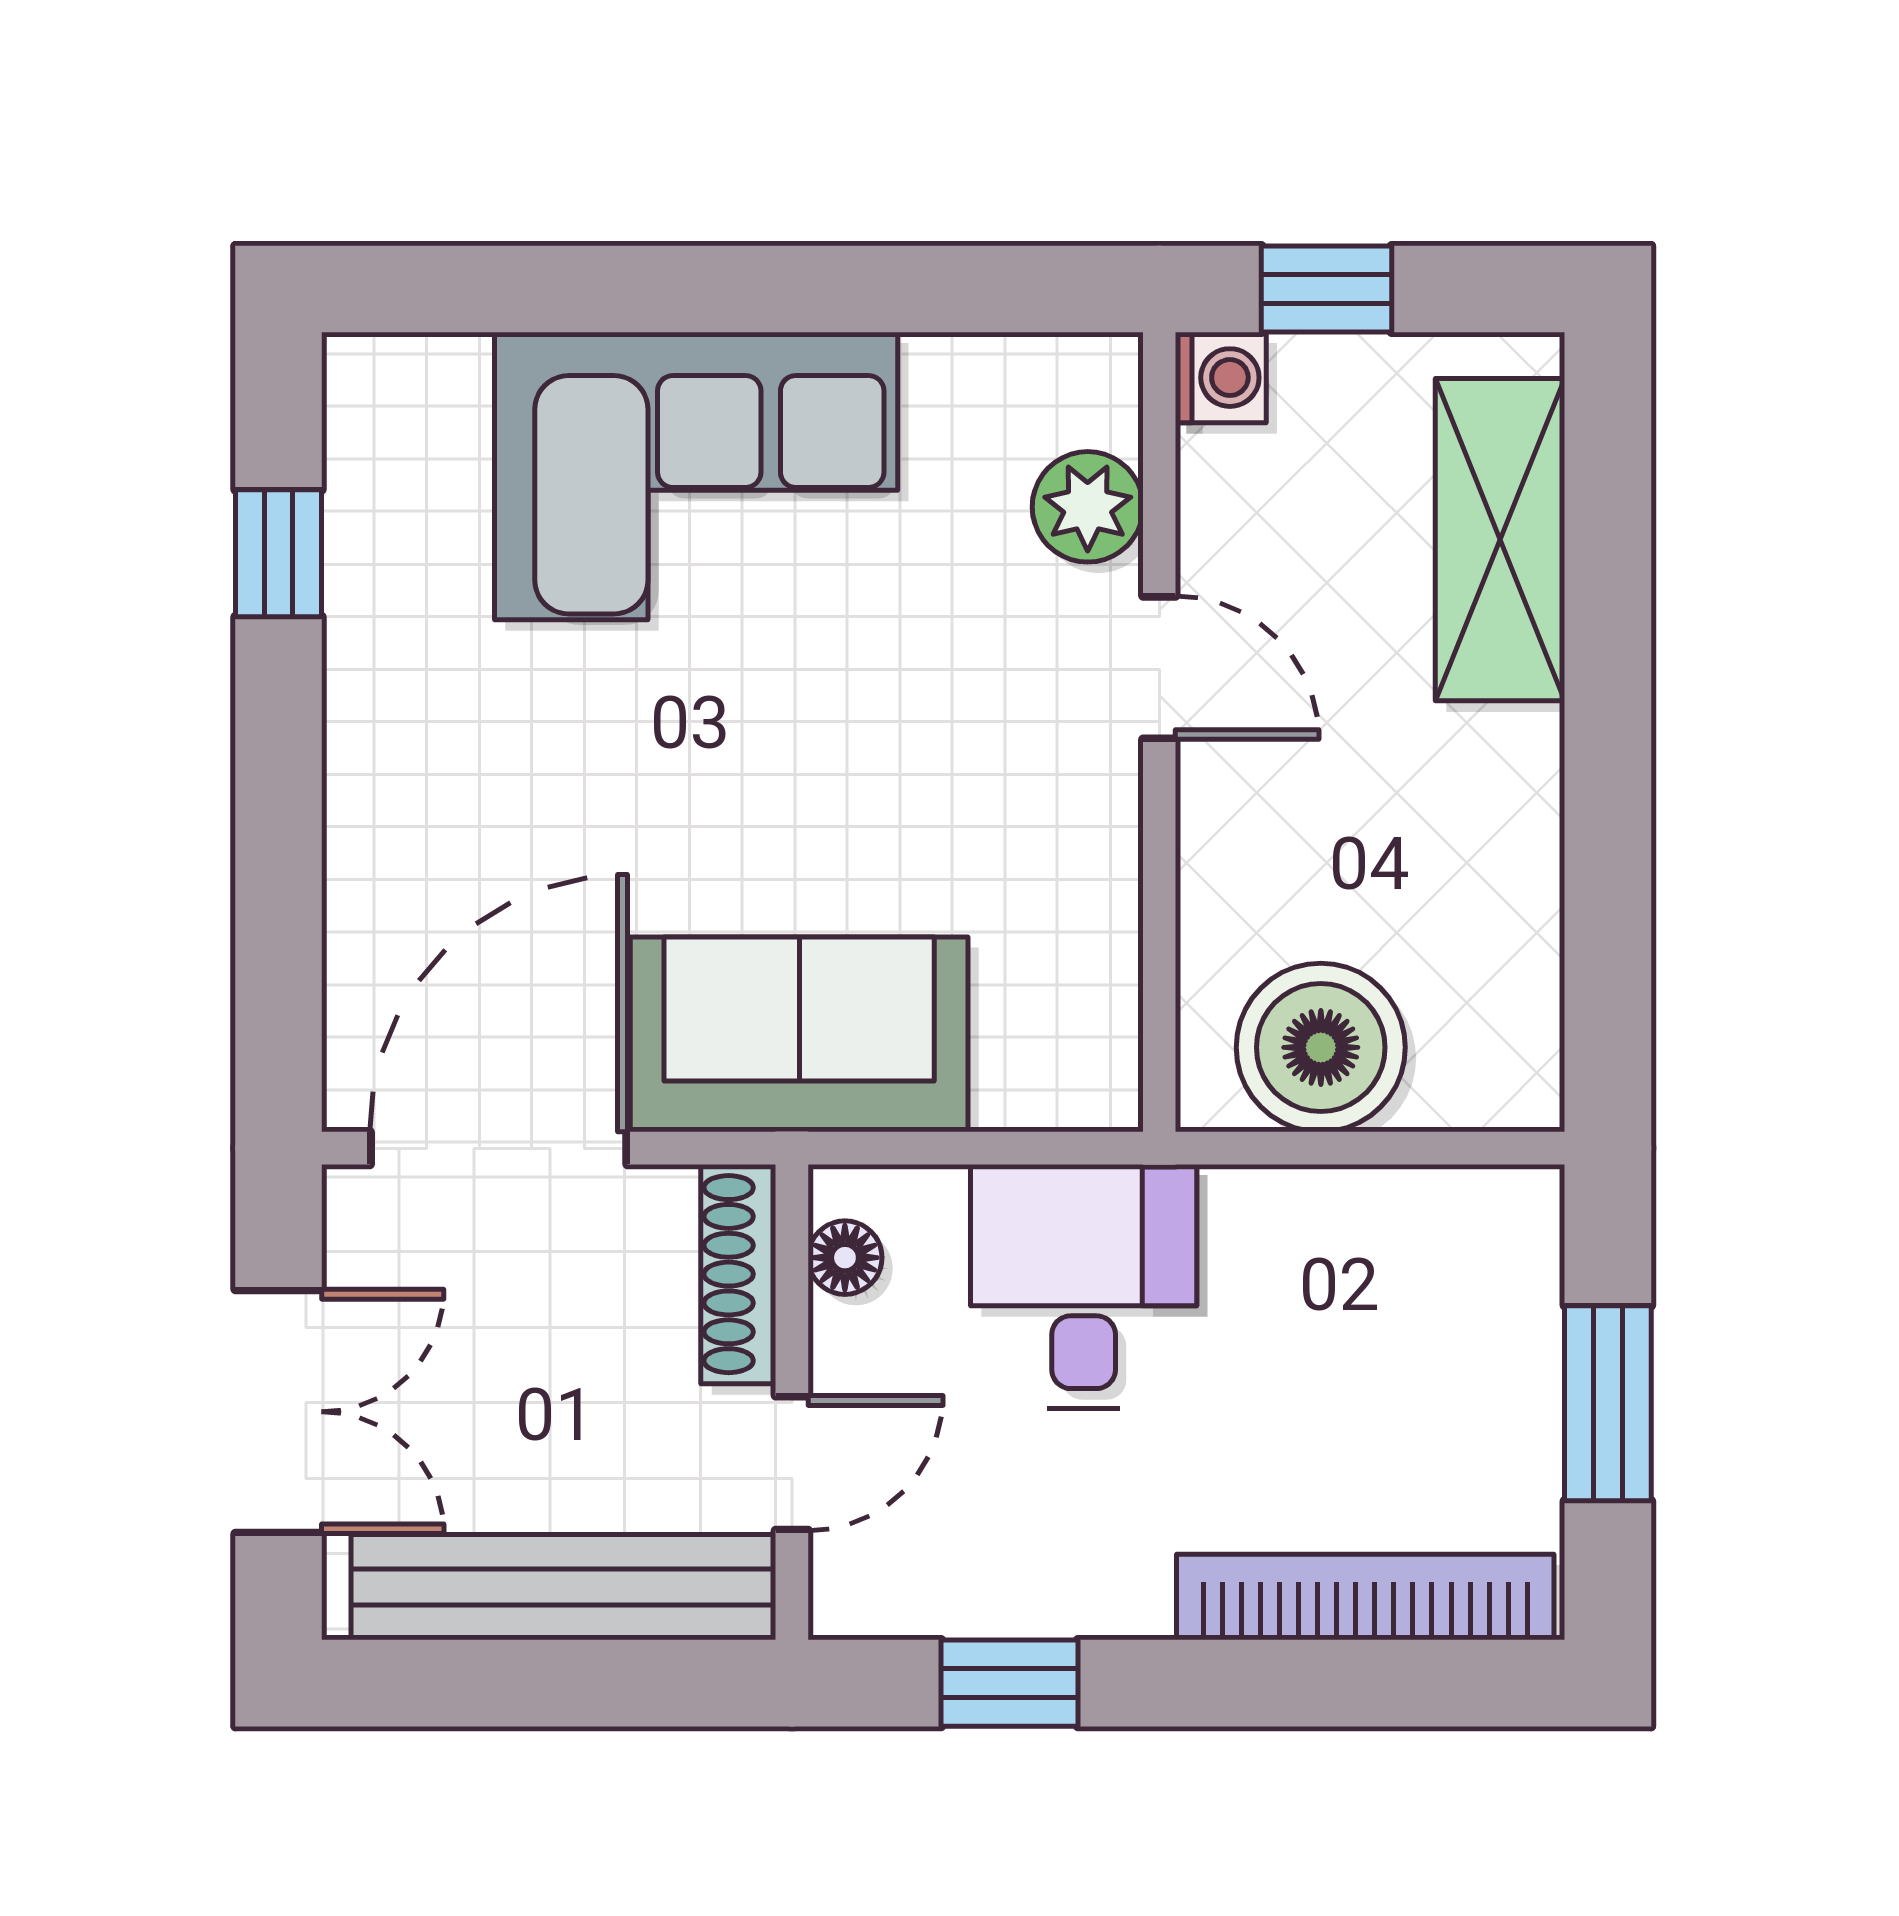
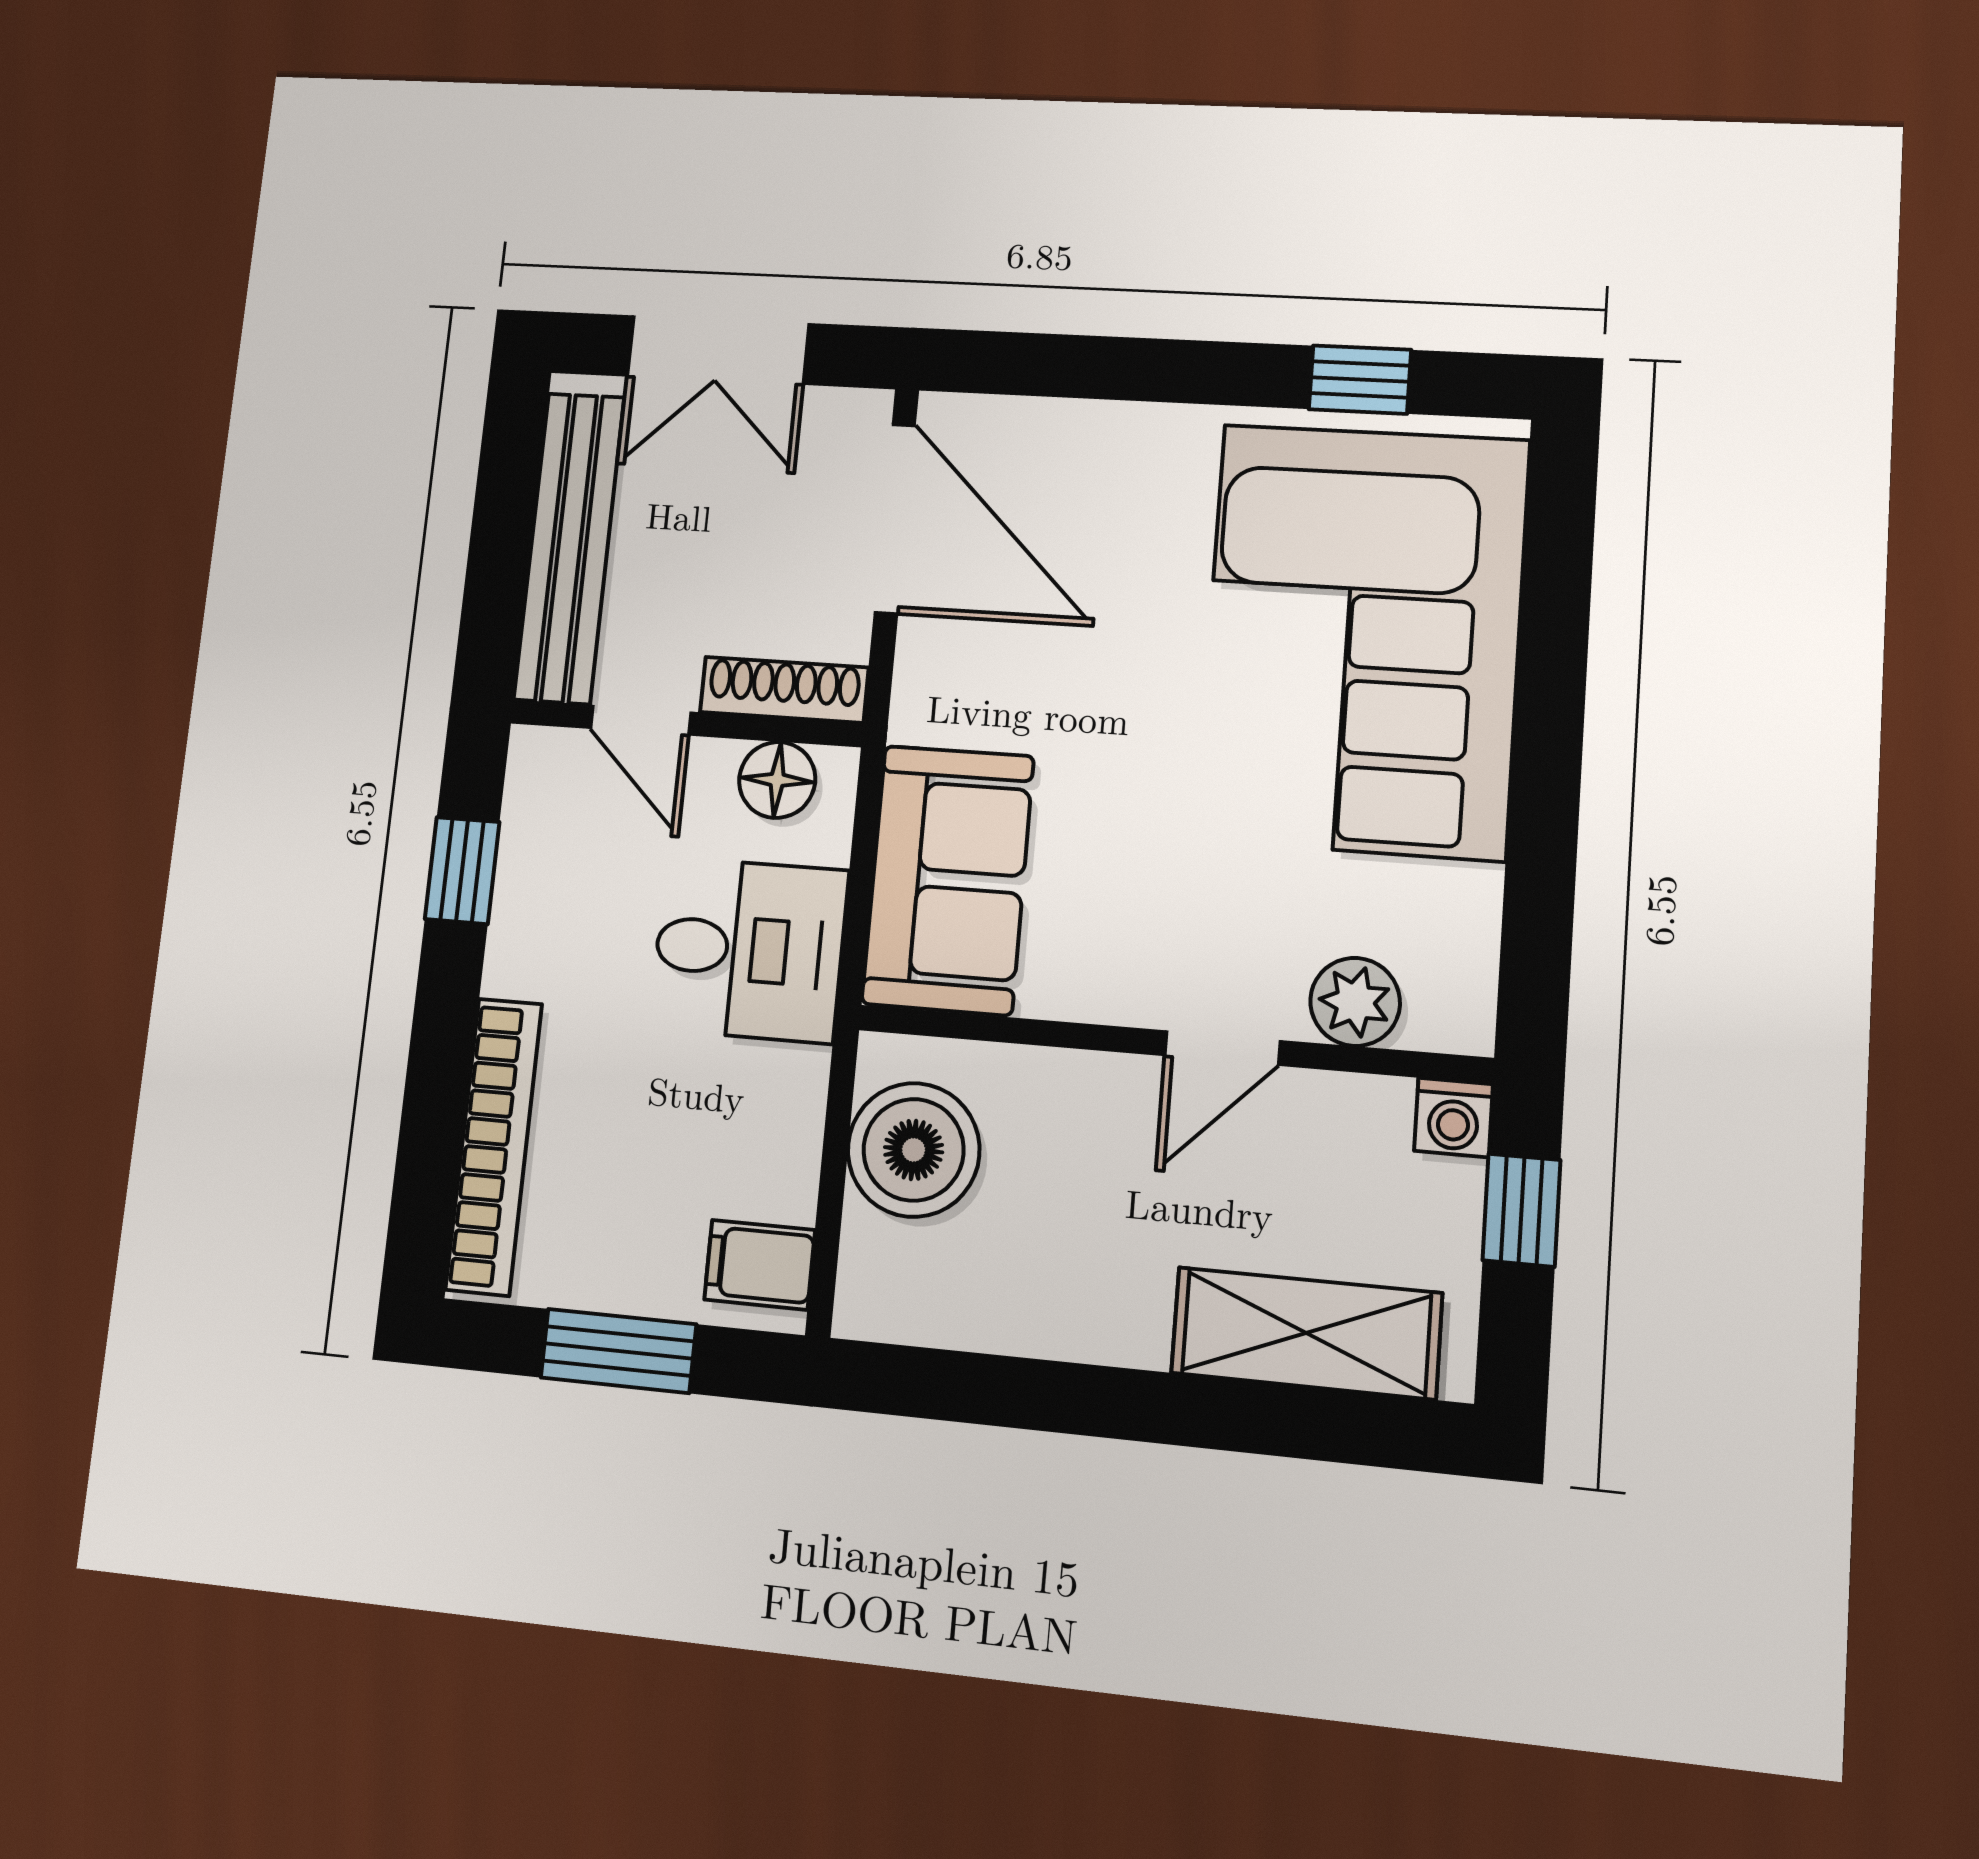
corner sofa: (696, 476) -> (1362, 639), width x1.36, depth x1.36
sofa: (799, 1034) -> (948, 880), moved
filing cabinet: (1483, 1231) -> (760, 1265), added
floor lamp: (845, 1258) -> (777, 780), width x1.37, depth x1.37

